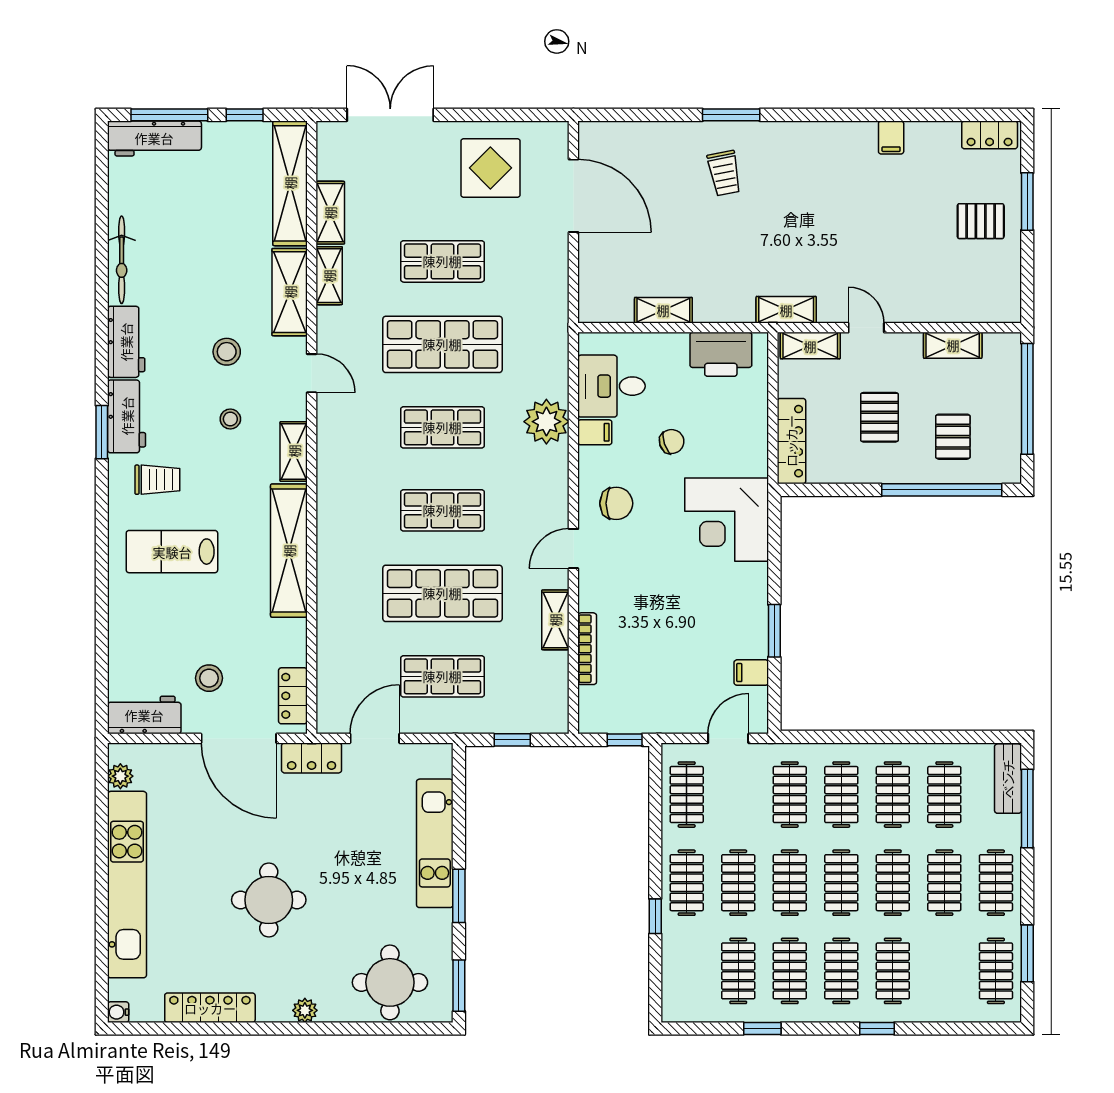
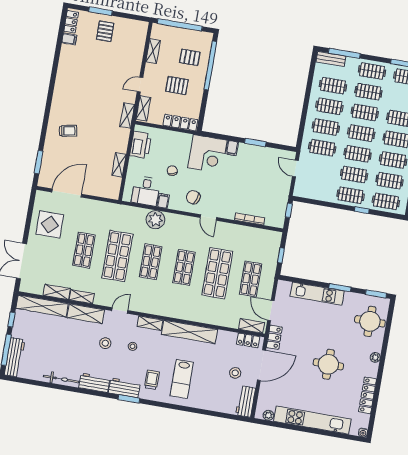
window: (731, 115) -> (39, 162), moved
filing cabinet: (891, 138) -> (69, 39), moved
chair: (616, 503) -> (193, 197), turned -73
shelving: (555, 620) -> (252, 326), moved
filing cabinet: (751, 673) -> (232, 148), moved
clothes rail: (687, 795) -> (386, 201), moved

